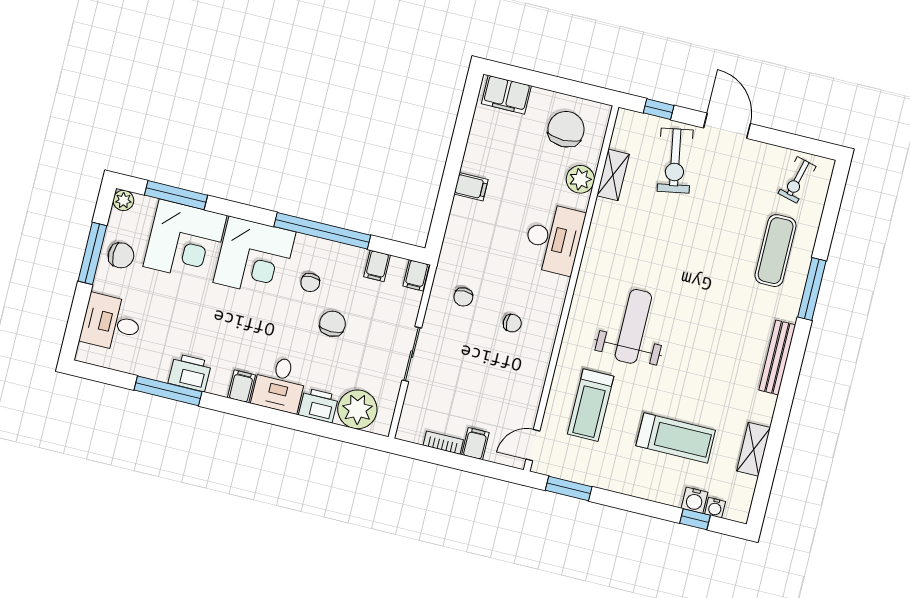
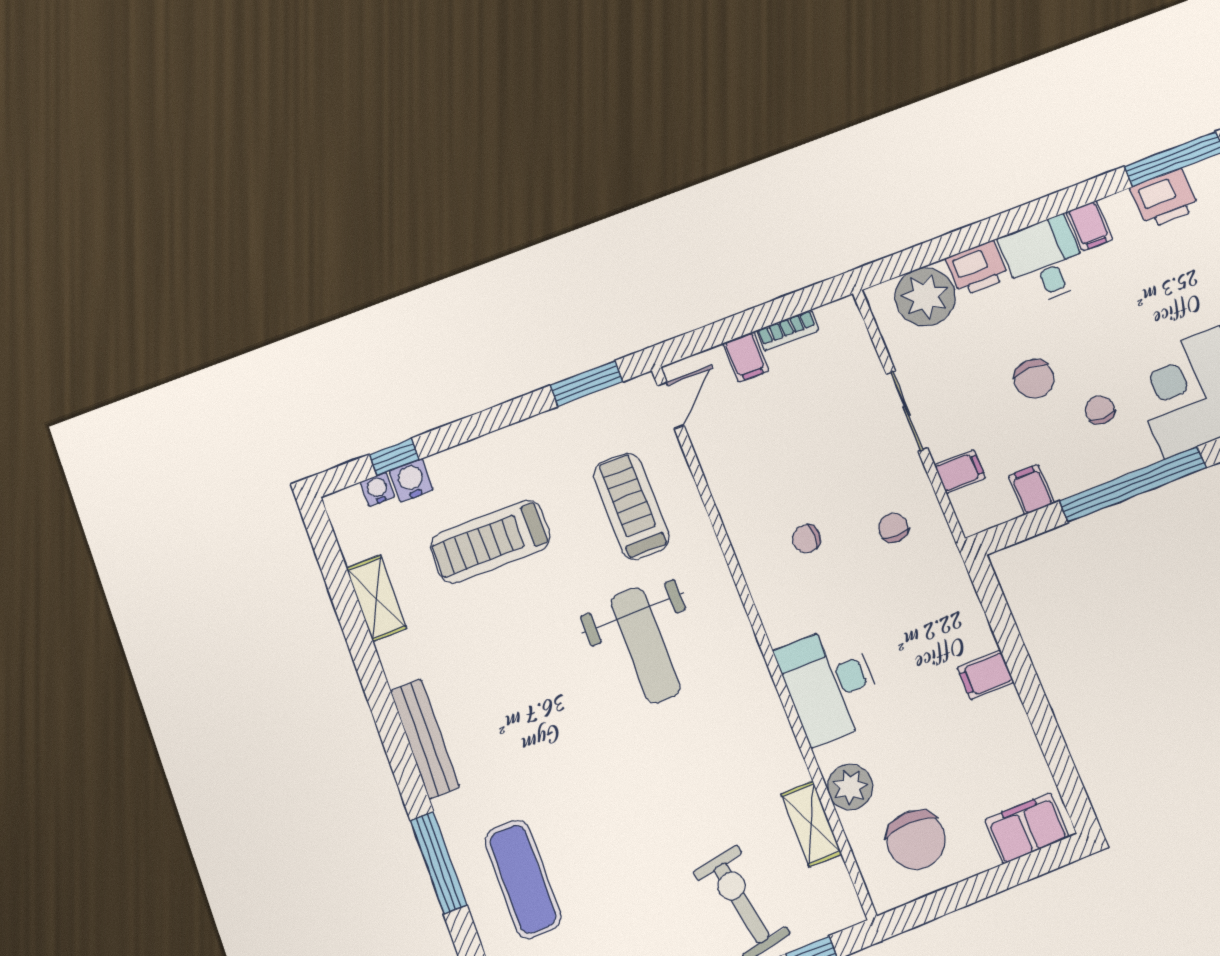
filing cabinet: (416, 275) -> (960, 472), moved, turned 90

